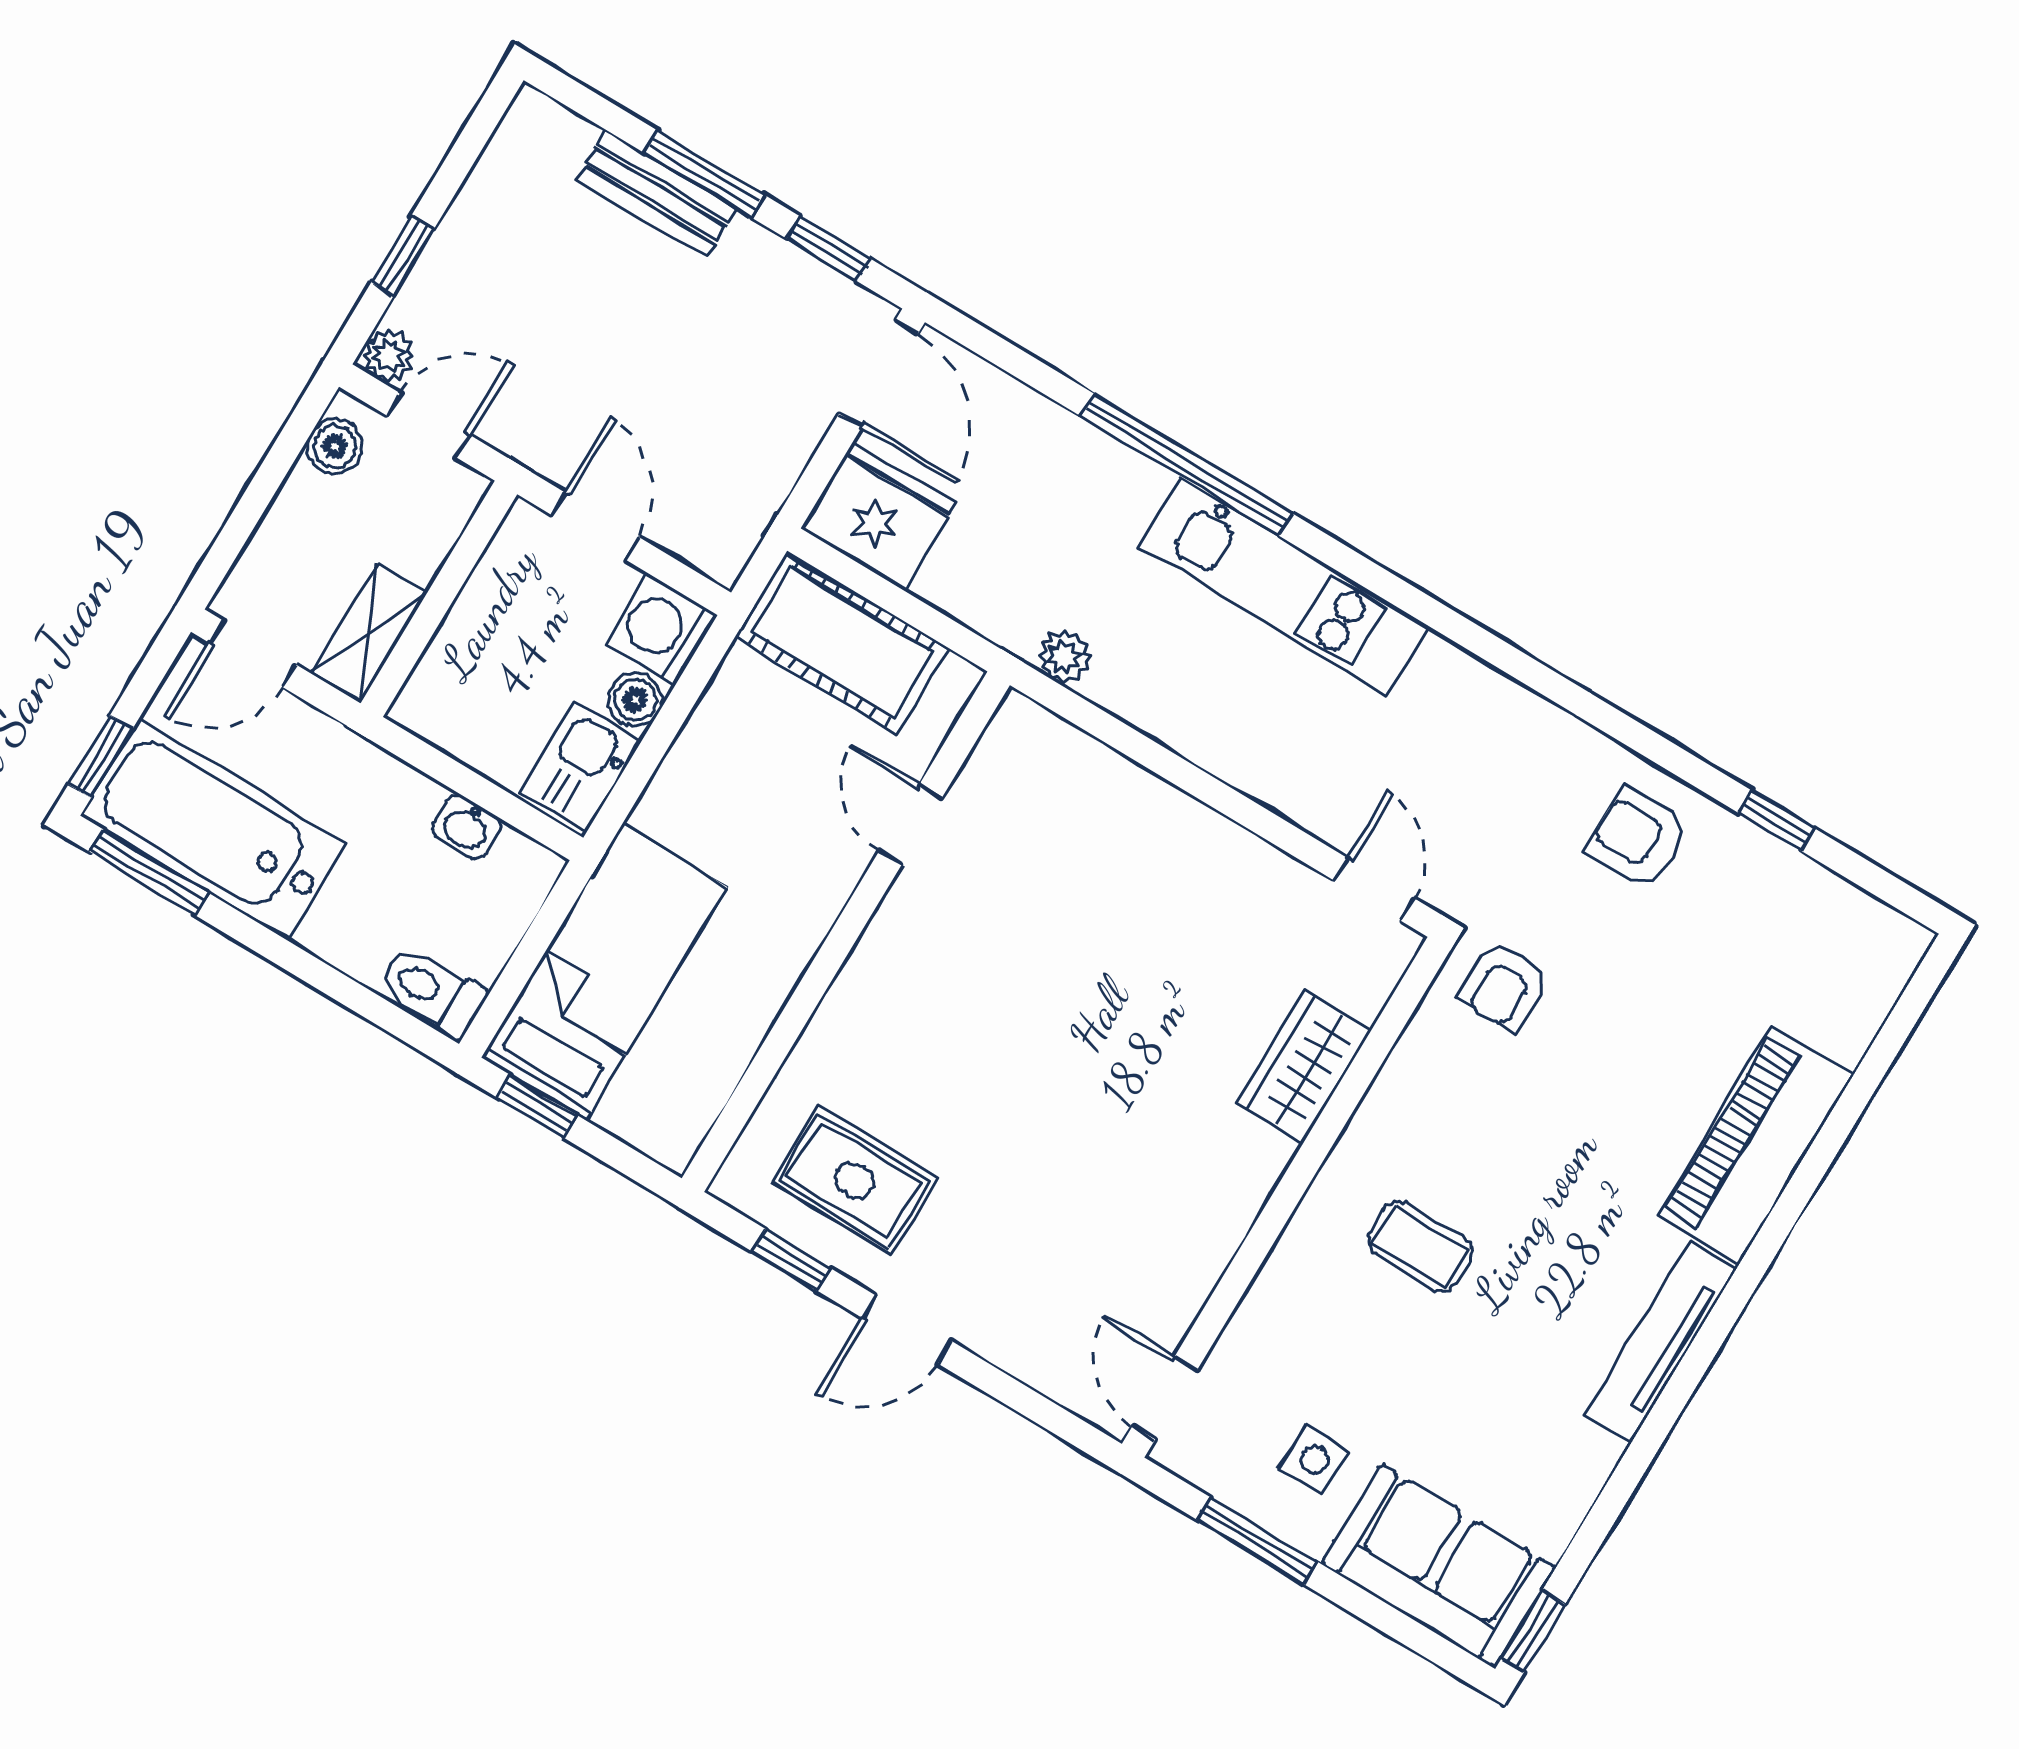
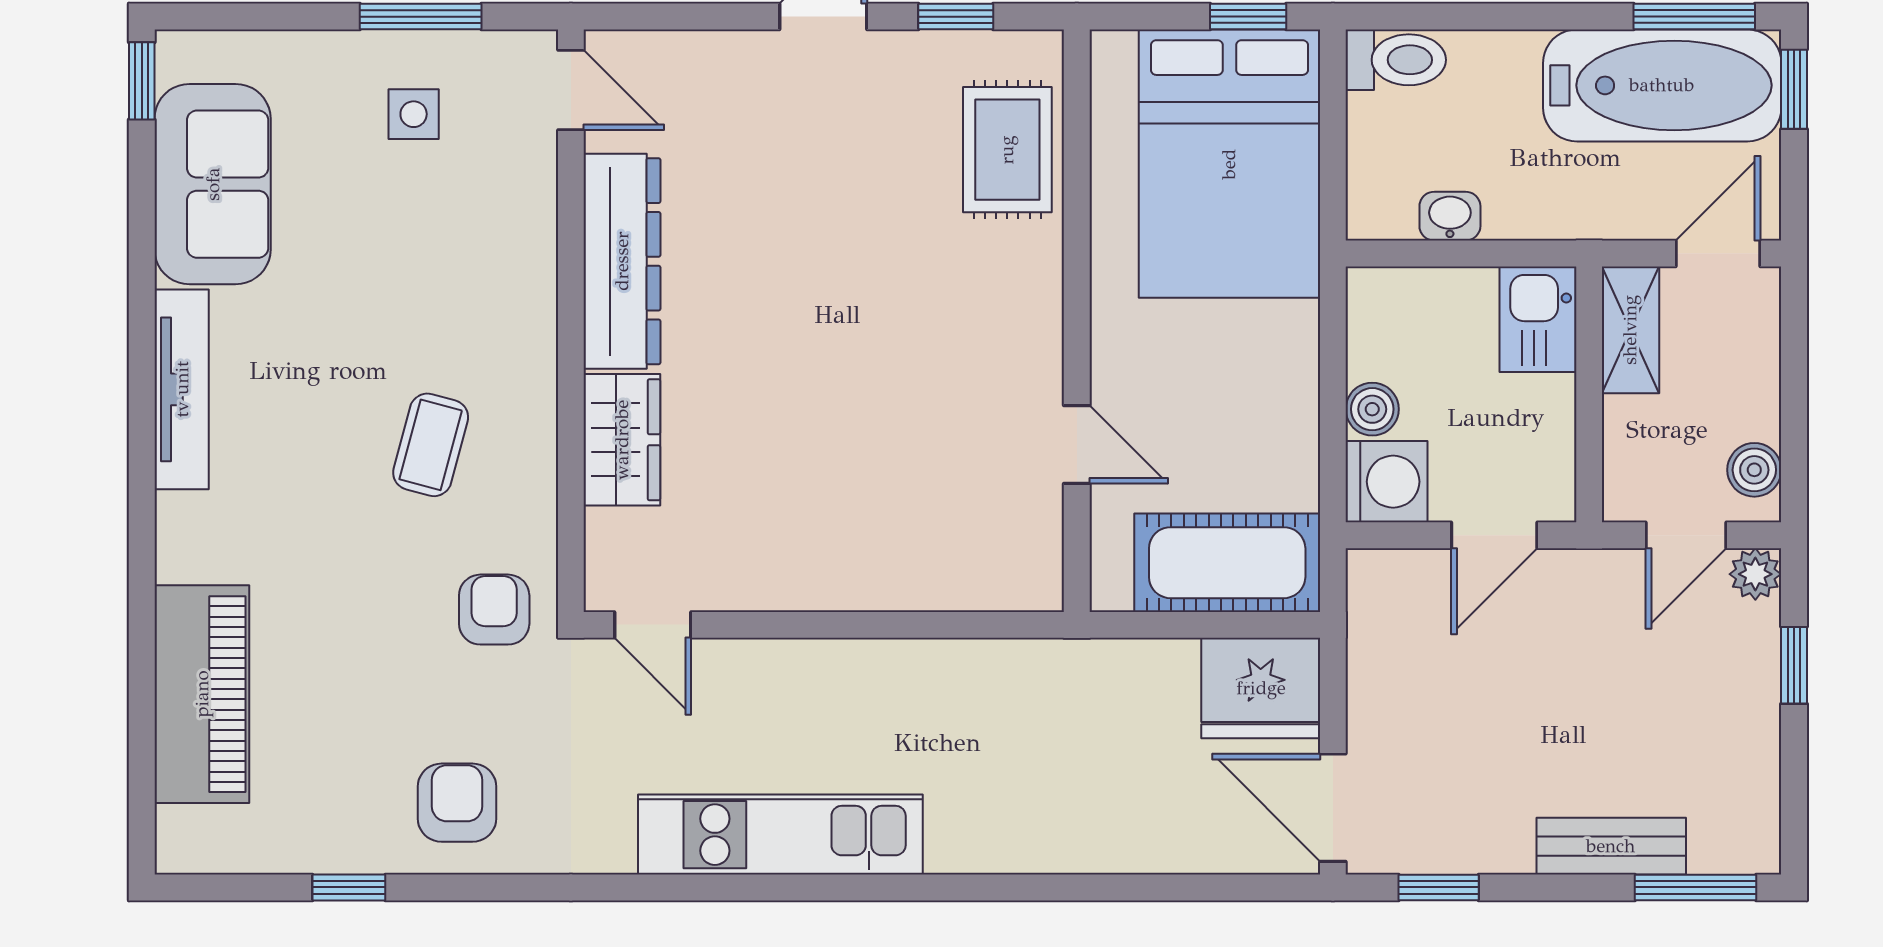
window: (704, 174) -> (1695, 887), moved
window: (1187, 465) -> (1027, 887), removed
door: (595, 526) -> (1494, 535), hinge flipped
kitchen unit: (1284, 586) -> (780, 835), moved
plant: (1064, 657) -> (1032, 664), removed
kitchen sink: (581, 767) -> (1538, 319), moved, turned 180
armchair: (1638, 838) -> (457, 803), turned -90
bed: (604, 972) -> (1229, 164), width x1.50
piano: (1755, 1145) -> (202, 694), moved
rug: (854, 1180) -> (1007, 150), moved, turned 90
dresser: (1210, 1222) -> (622, 261), added
coffee table: (1420, 1247) -> (431, 445), moved, turned -75
sofa: (1438, 1566) -> (213, 184), moved, turned -90

